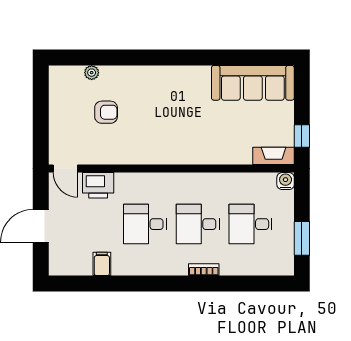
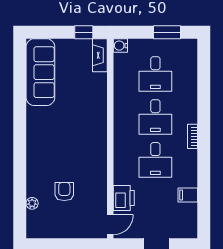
bookcase: (204, 270) -> (192, 136), moved

